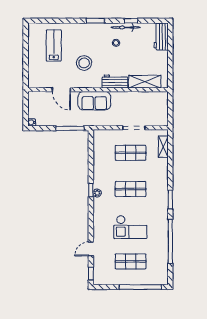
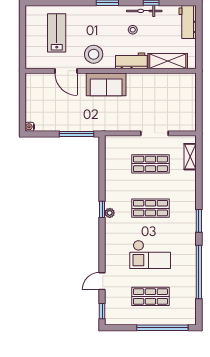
workbench: (115, 81) -> (131, 61), moved
shelving: (145, 82) -> (168, 61), moved
door: (61, 90) -> (66, 71), moved
wall: (98, 90) -> (111, 71), moved
sofa: (94, 101) -> (106, 84), moved

